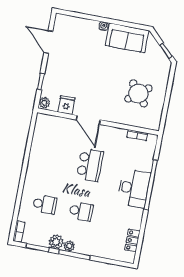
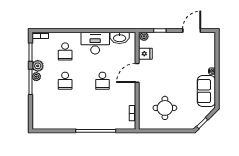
round table: (138, 93) -> (165, 108), turned 38
washbasin: (40, 133) -> (120, 38), added
school desk: (90, 165) -> (102, 81), width x0.54
desk: (134, 188) -> (95, 43), moved, turned 180
locker: (132, 240) -> (50, 125), removed

